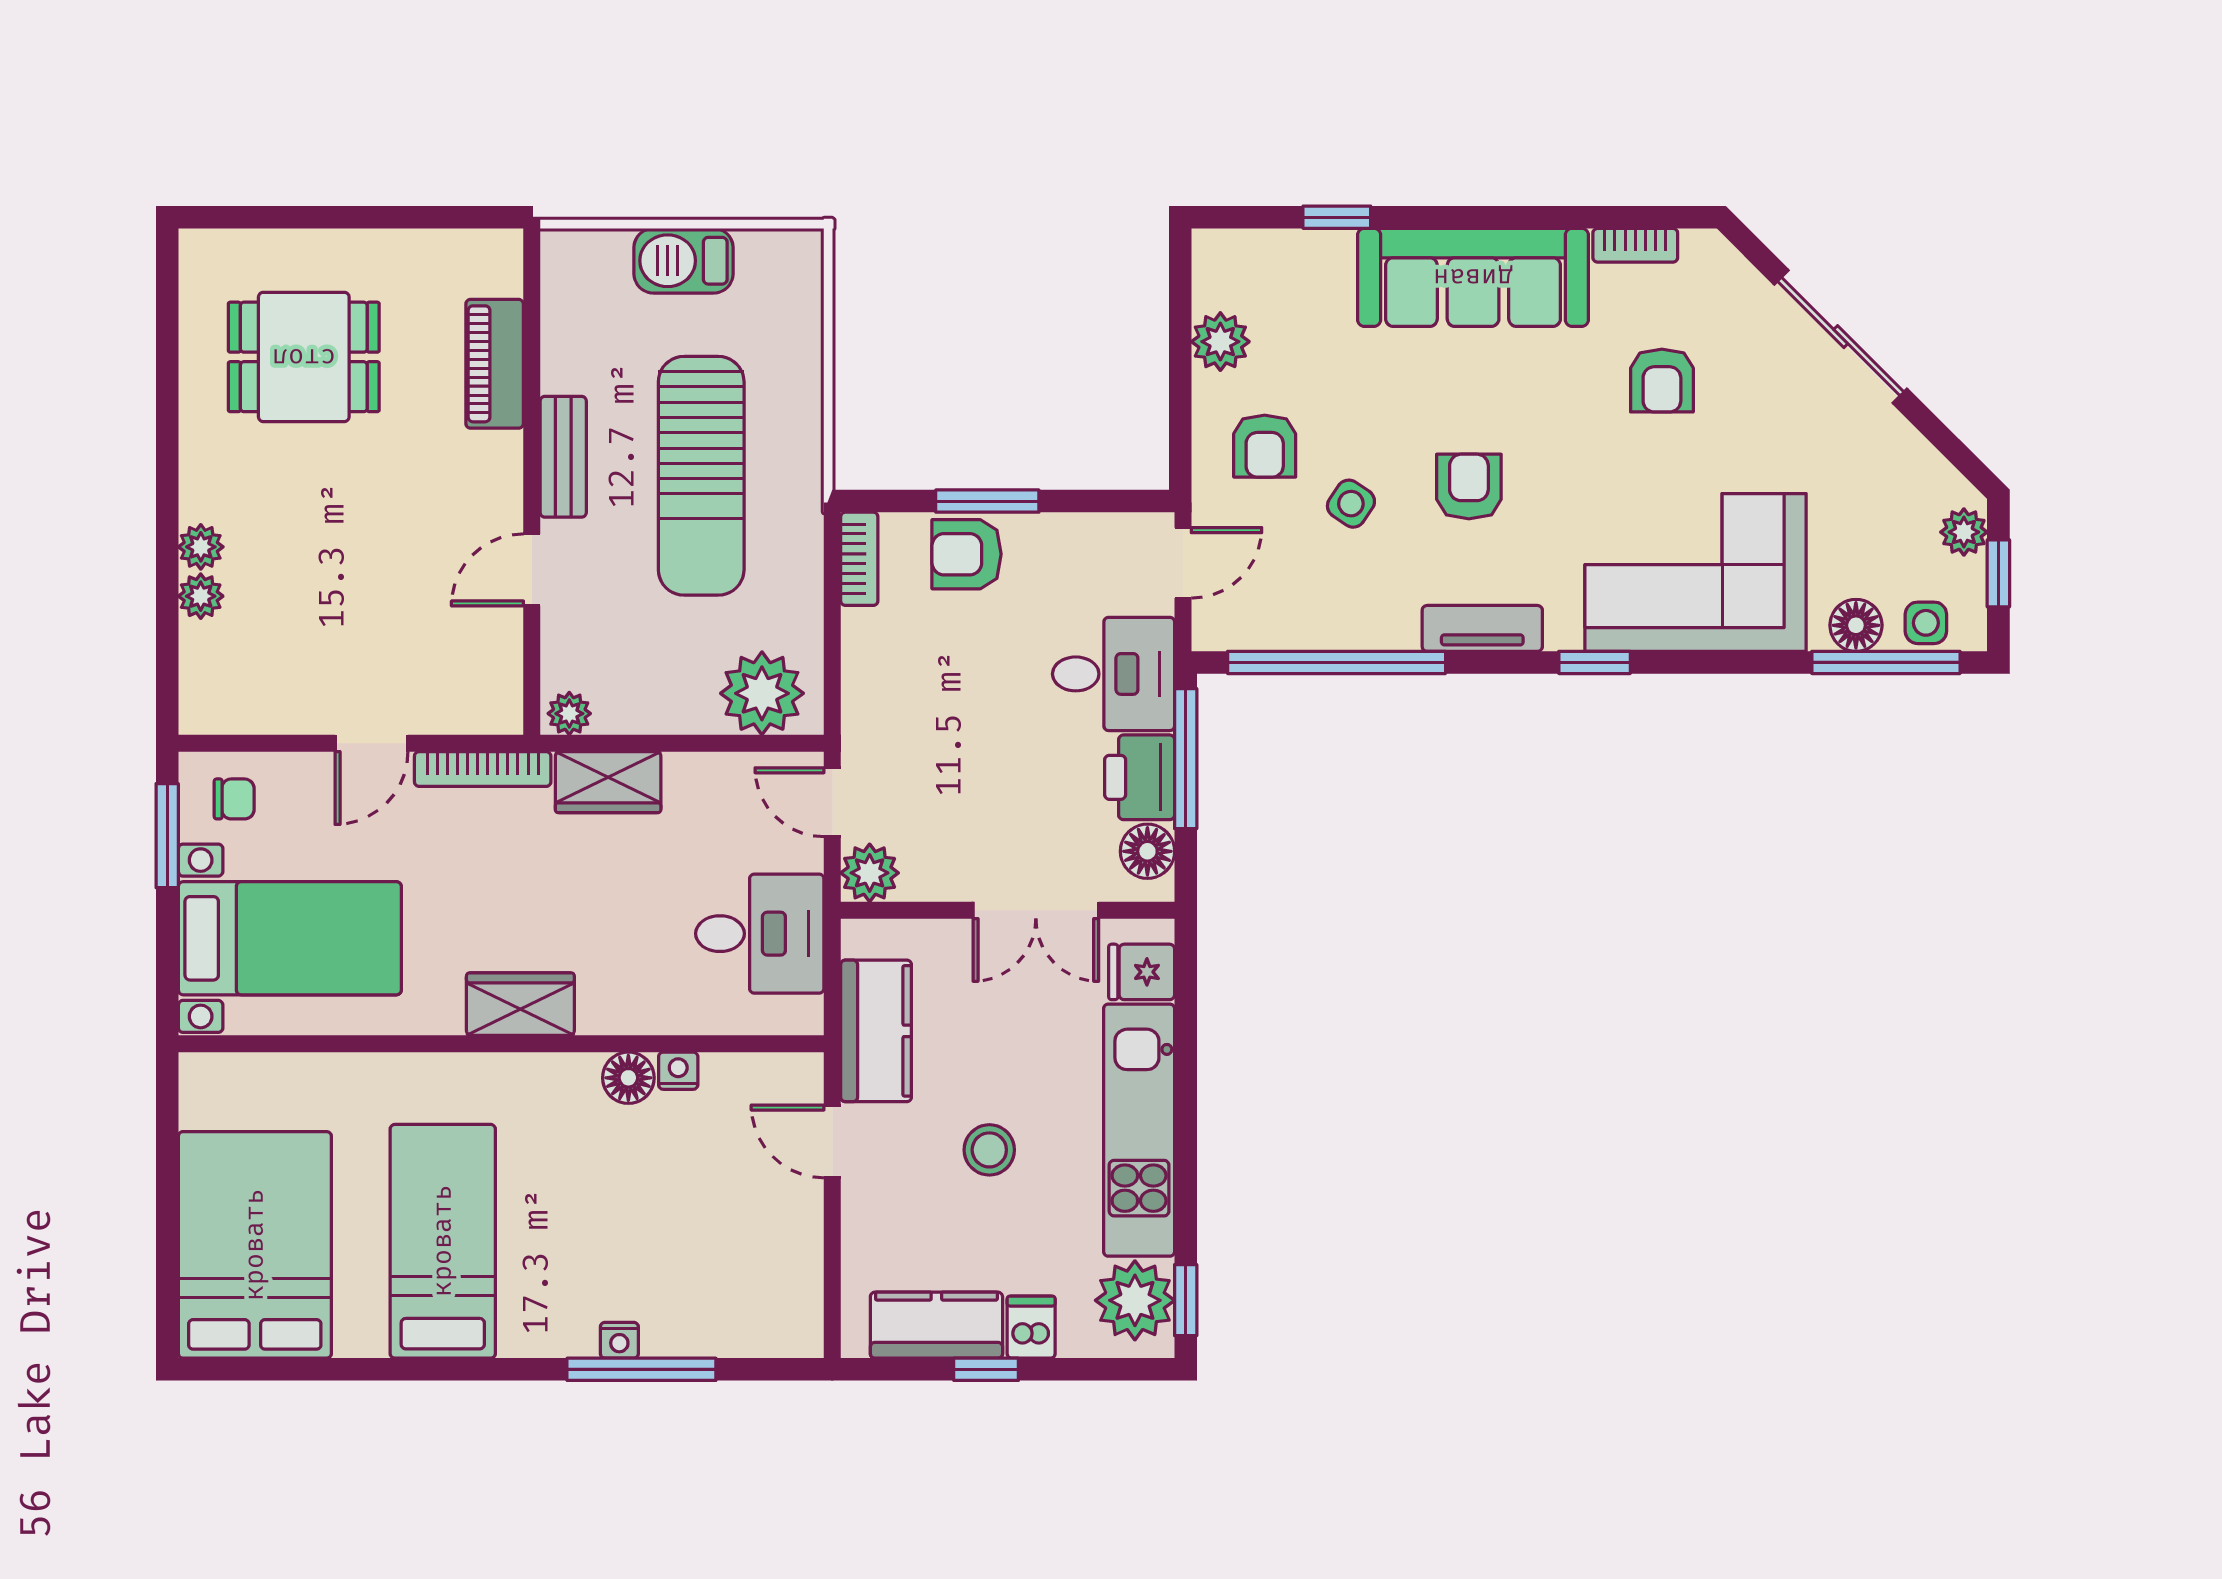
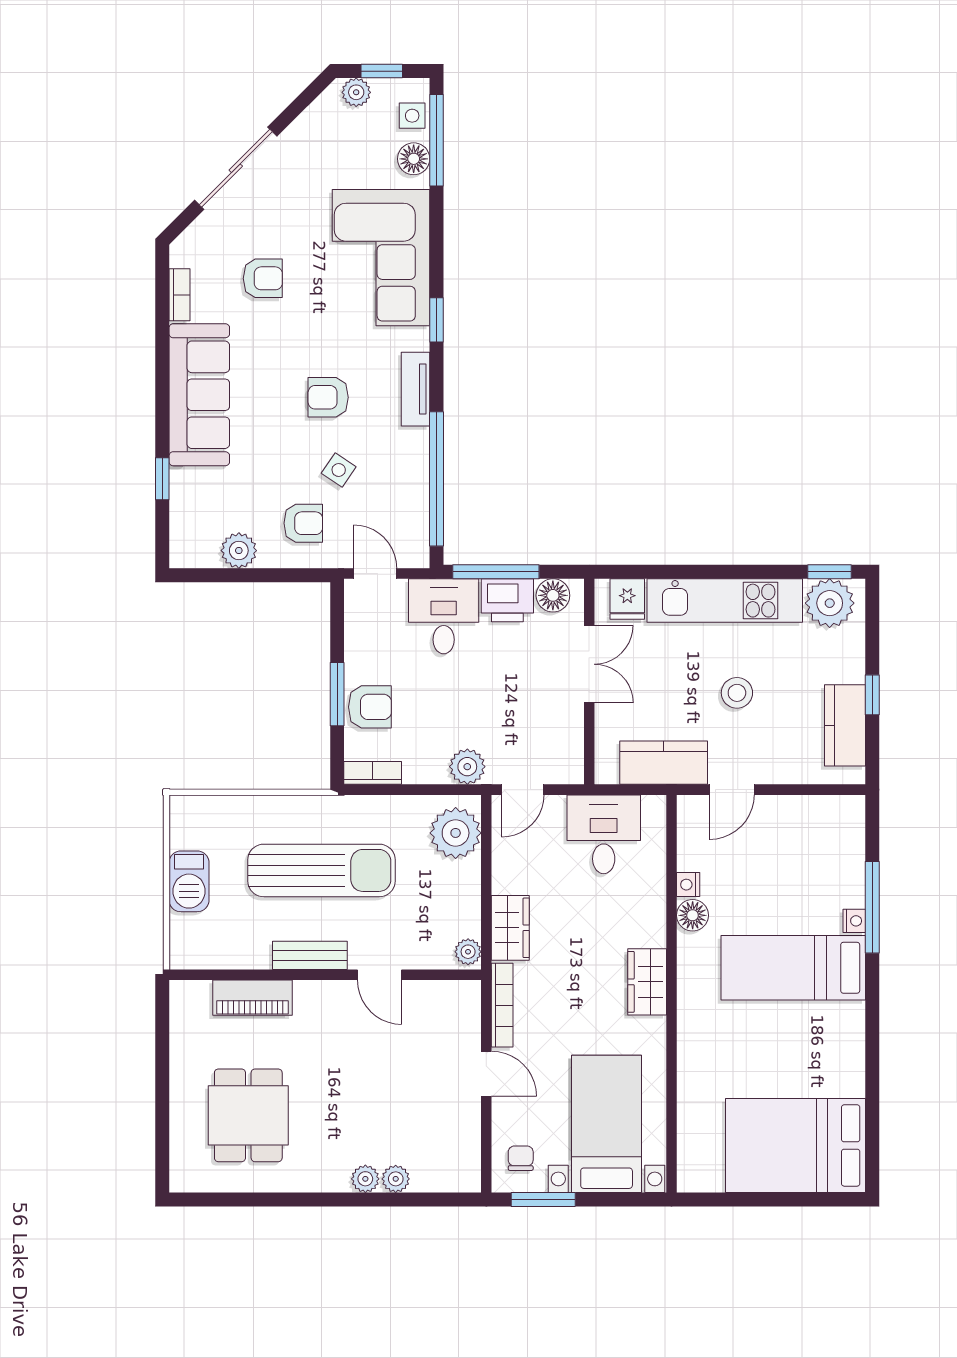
armchair: (966, 554) -> (370, 707), turned -90
plant: (870, 873) -> (467, 767), moved
bed: (443, 1241) -> (793, 968), moved
dishwasher: (1031, 1327) -> (846, 667), removed

